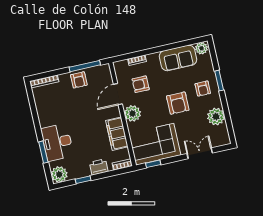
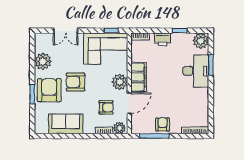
plant: (202, 48) -> (119, 128), moved
armchair: (203, 89) -> (49, 90), width x1.88, depth x1.88
armchair: (178, 103) -> (76, 82), turned -90
filing cabinet: (117, 134) -> (139, 77), moved

